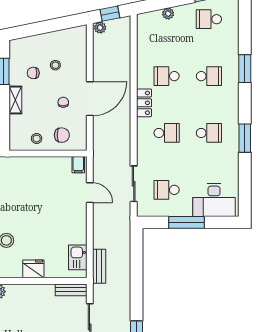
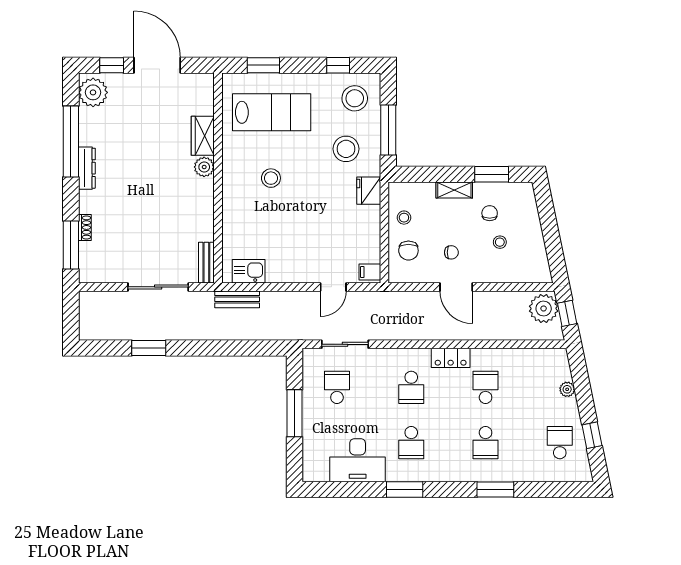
plant: (100, 28) -> (544, 309), width x1.88, depth x1.88
door: (90, 99) -> (456, 287), width x0.73
desk: (214, 200) -> (358, 460), moved, turned -90
fridge: (33, 269) -> (369, 191), moved, turned 180

